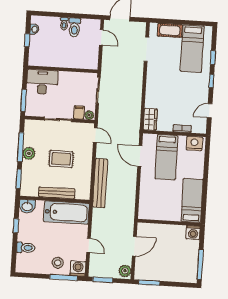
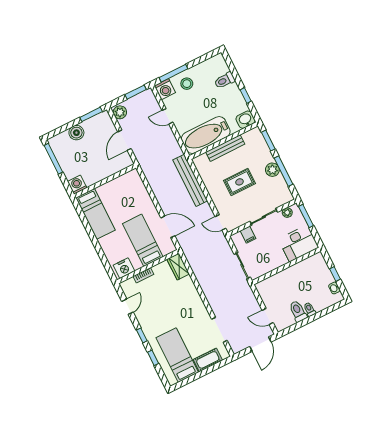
plant: (89, 115) -> (287, 213), moved
boiler: (169, 275) -> (76, 133), added

